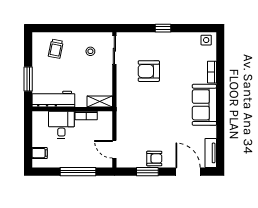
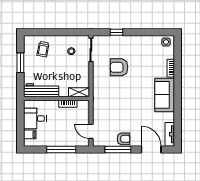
window: (163, 28) -> (117, 32), moved
window: (28, 79) -> (20, 63), moved
desk: (61, 125) -> (35, 119), moved, turned -90
window: (147, 172) -> (118, 150), width x1.44

